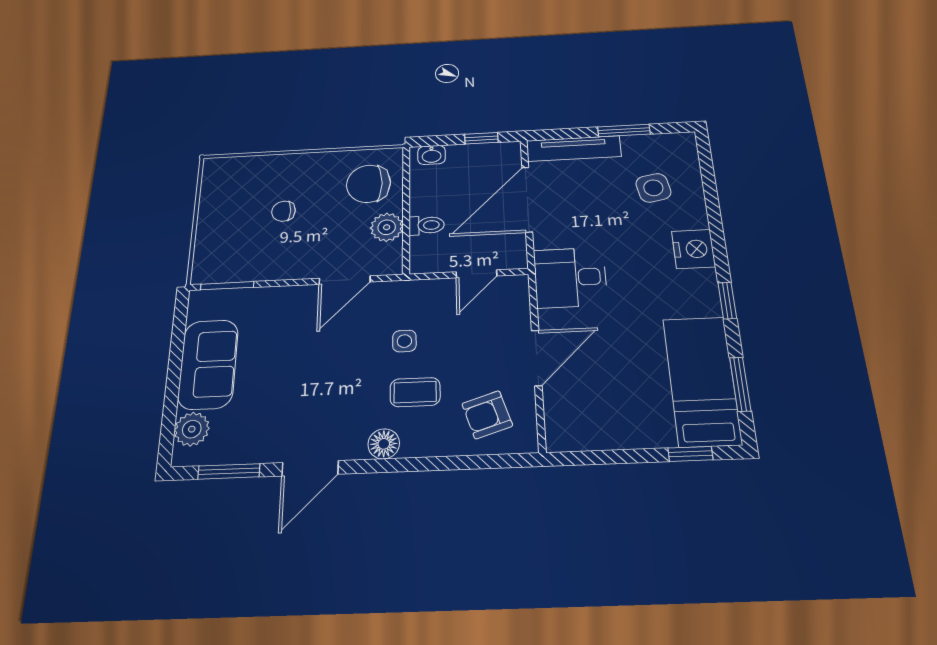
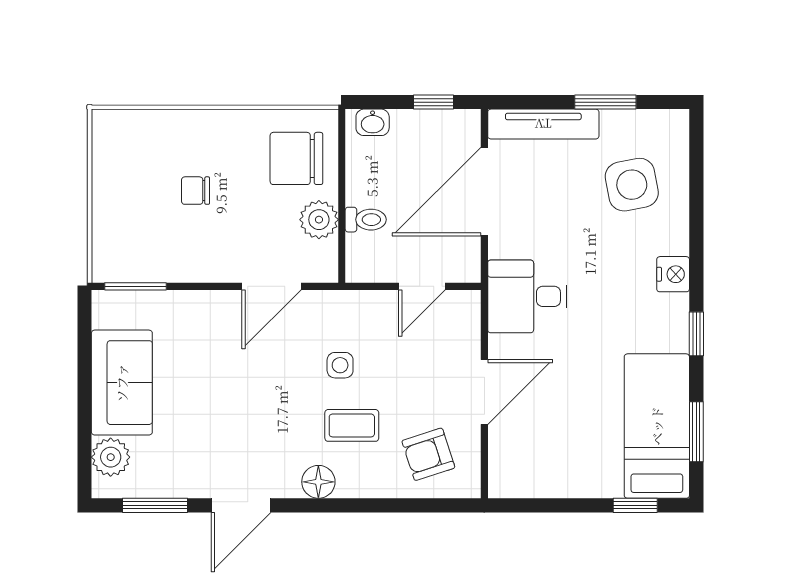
side table: (653, 188) -> (632, 185), width x1.37, depth x1.37
nightstand: (693, 249) -> (673, 274), width x0.74, depth x0.75

